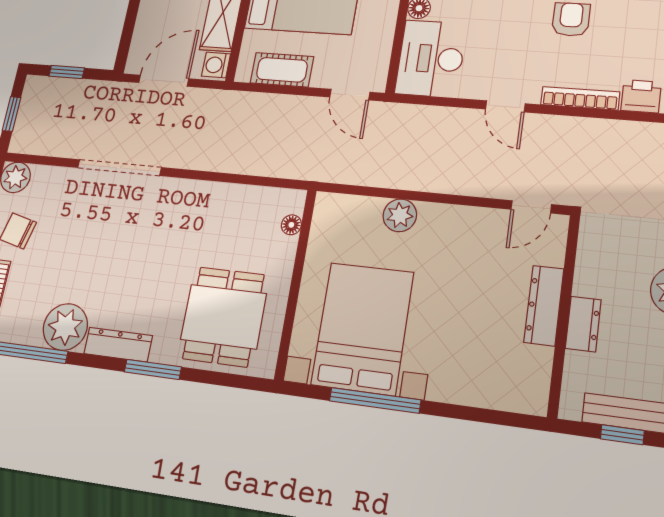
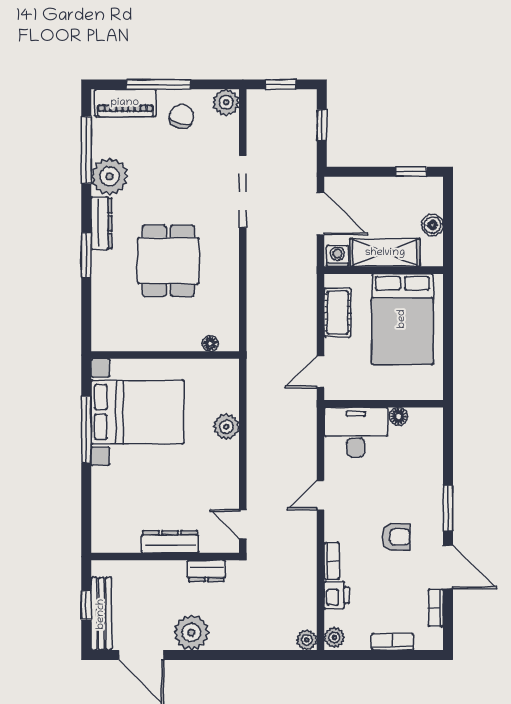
bookcase: (580, 98) -> (332, 561), width x0.64
dining table: (223, 317) -> (168, 261), moved, turned 90
dresser: (583, 324) -> (206, 571), moved

